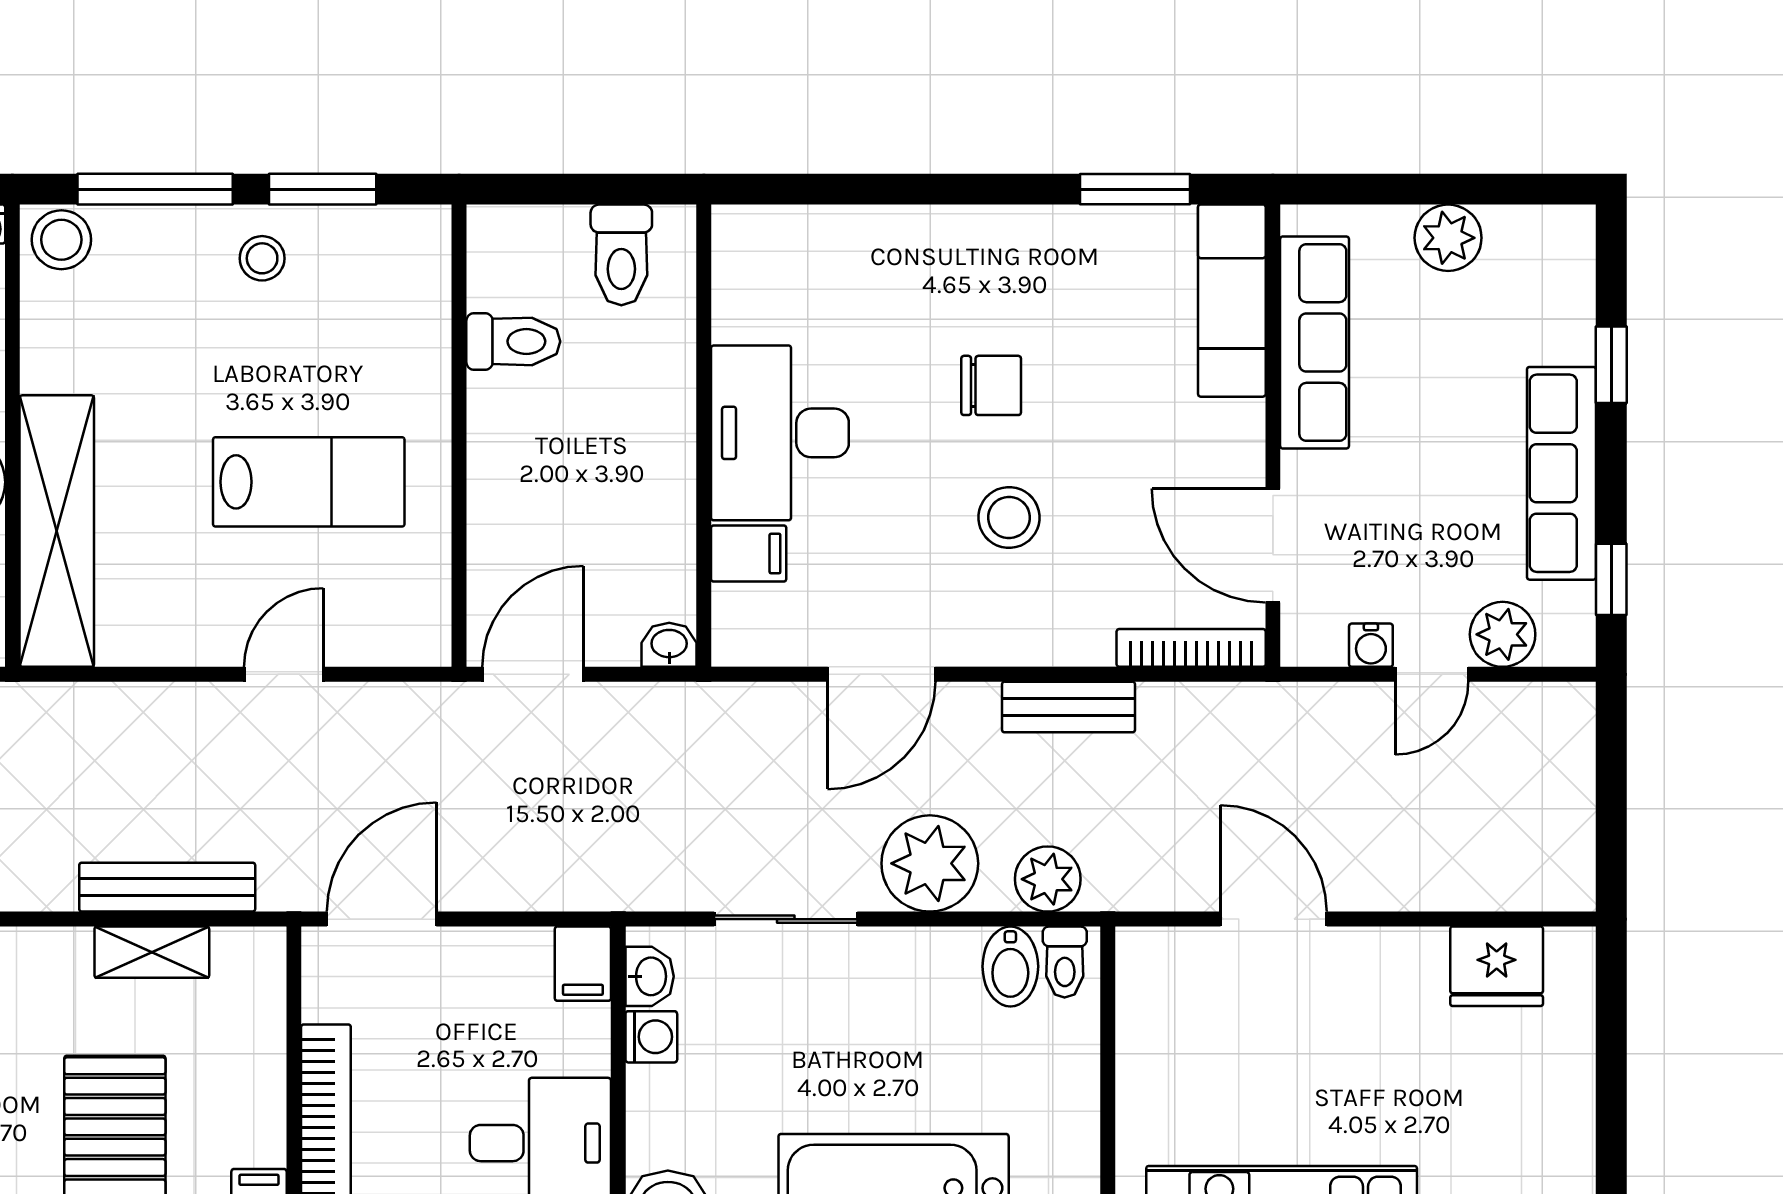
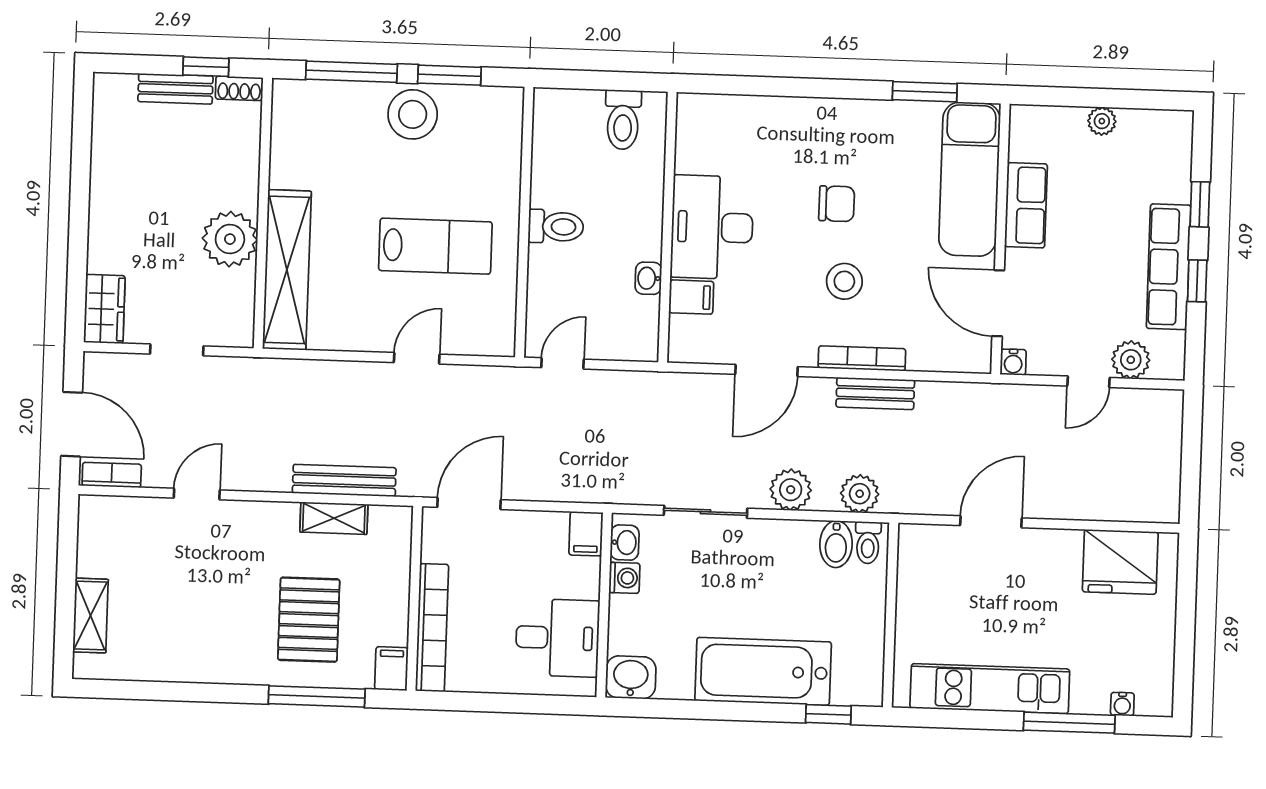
plant: (1448, 238) -> (1102, 121), width x0.73, depth x0.73
stool: (61, 240) -> (296, 99), removed
stool: (262, 258) -> (413, 114), width x1.89, depth x1.89
exam couch: (1232, 301) -> (970, 179), width x1.36, depth x1.45
toilet: (513, 341) -> (556, 227), moved
row of seats: (1315, 342) -> (1026, 205), width x0.68
window: (1611, 579) -> (1197, 281), moved
washbasin: (669, 645) -> (648, 278), moved, turned -90
water cooler: (1371, 645) -> (1013, 362), moved
bookcase: (1191, 648) -> (862, 358), moved
door: (533, 674) -> (563, 363), width x0.73
plant: (930, 863) -> (791, 490), width x0.73, depth x0.73
door: (1274, 919) -> (991, 522), hinge flipped
fridge: (1497, 966) -> (1120, 562), width x1.36, depth x1.34

